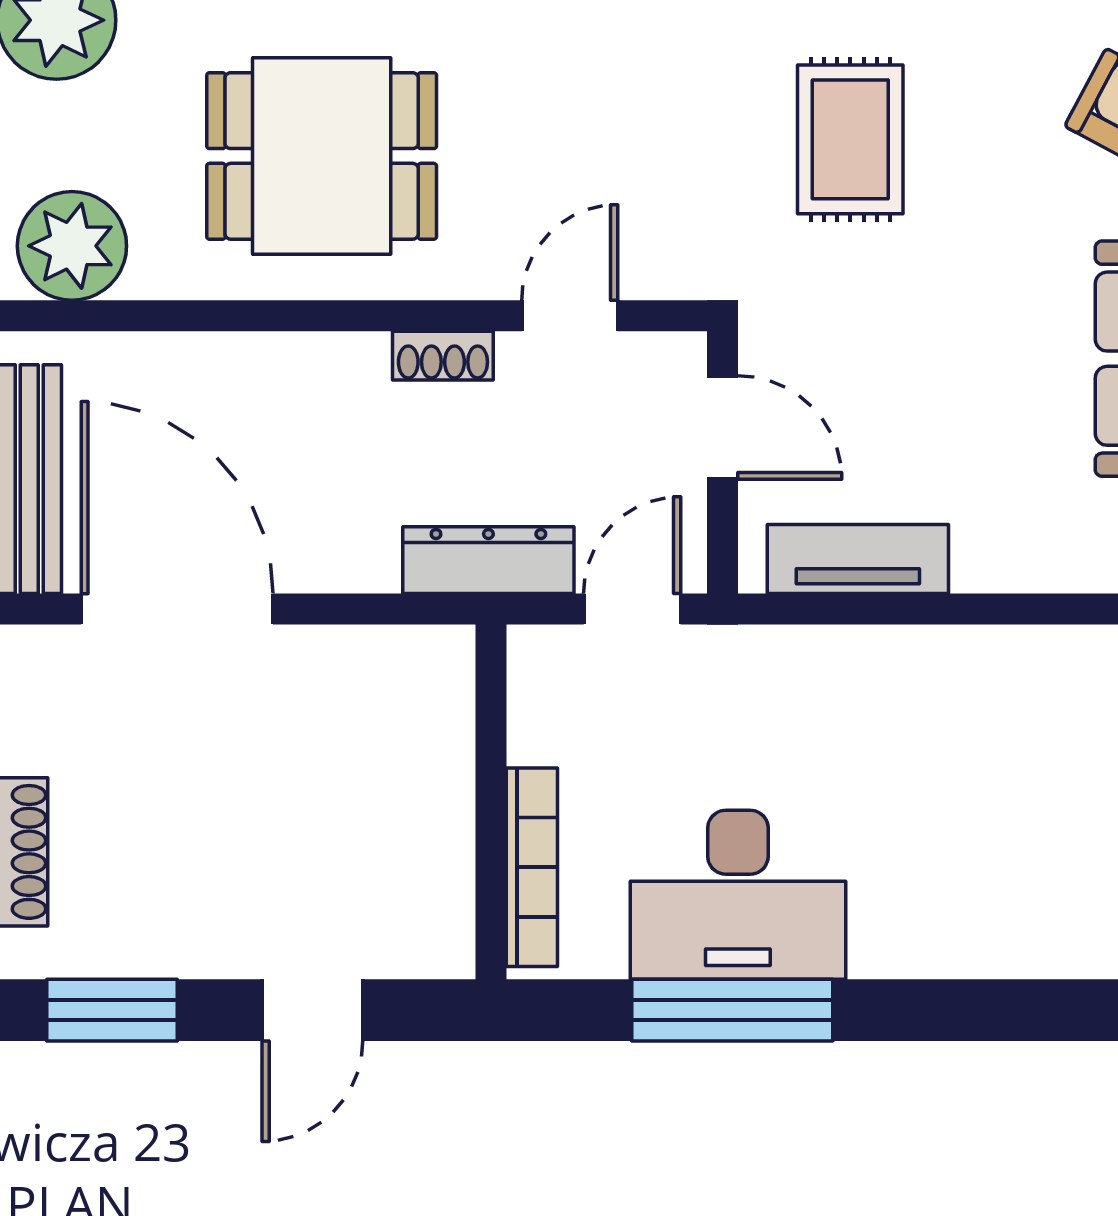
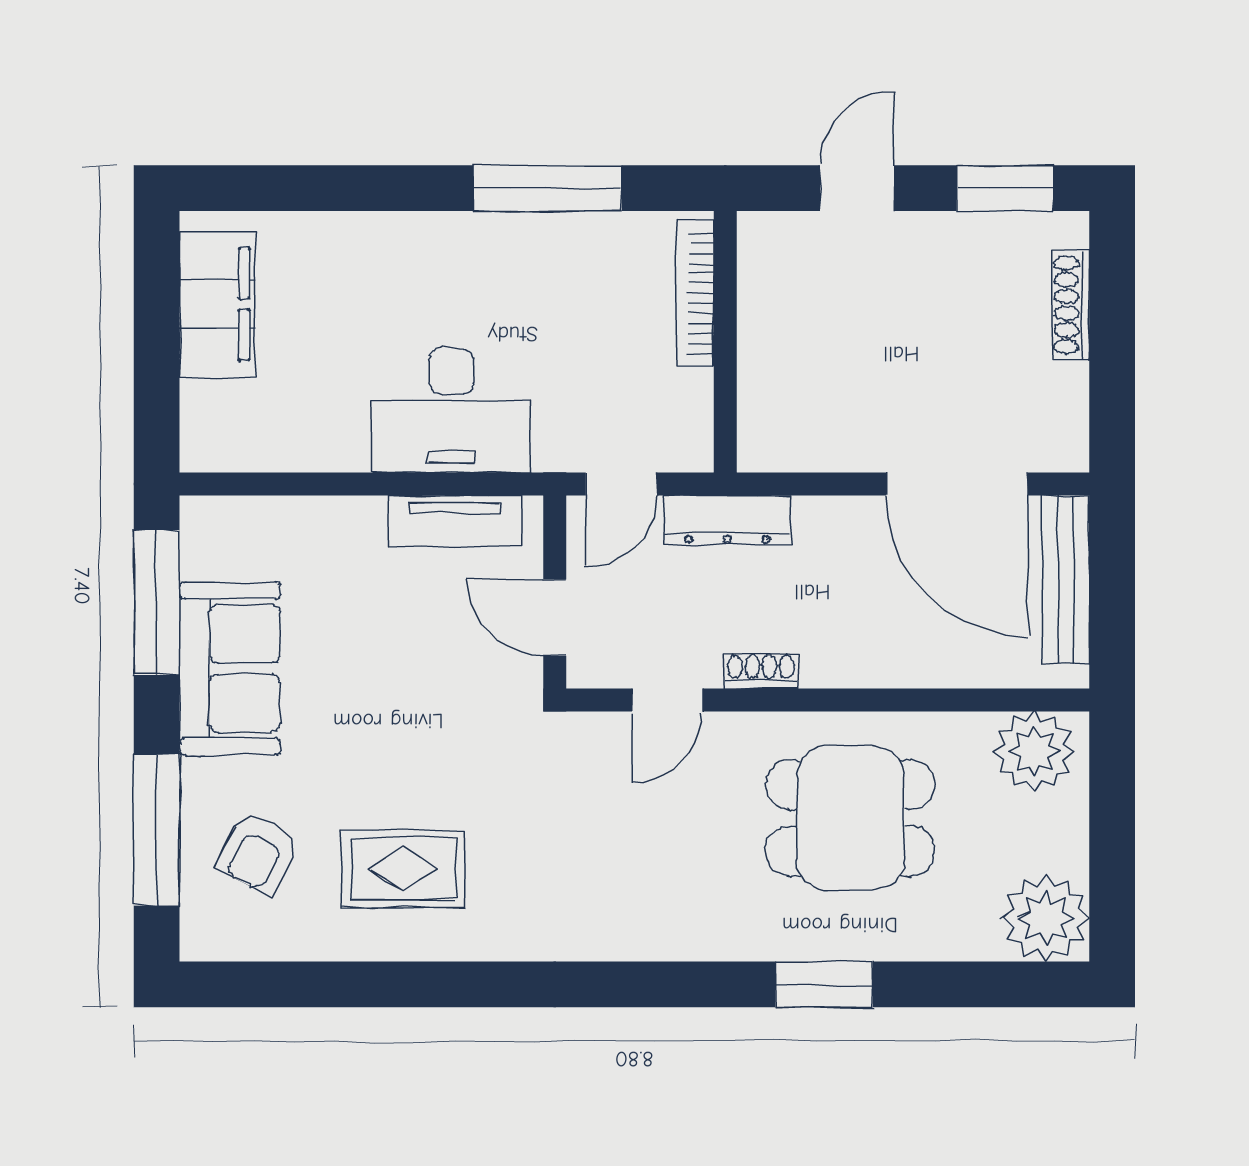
rug: (850, 139) -> (403, 869), moved, turned 90
desk: (738, 895) -> (451, 410), moved, turned 180

